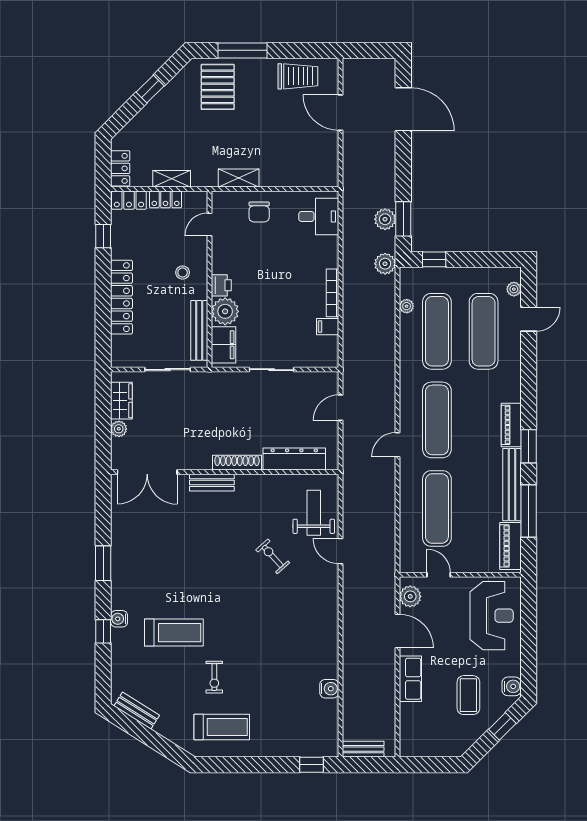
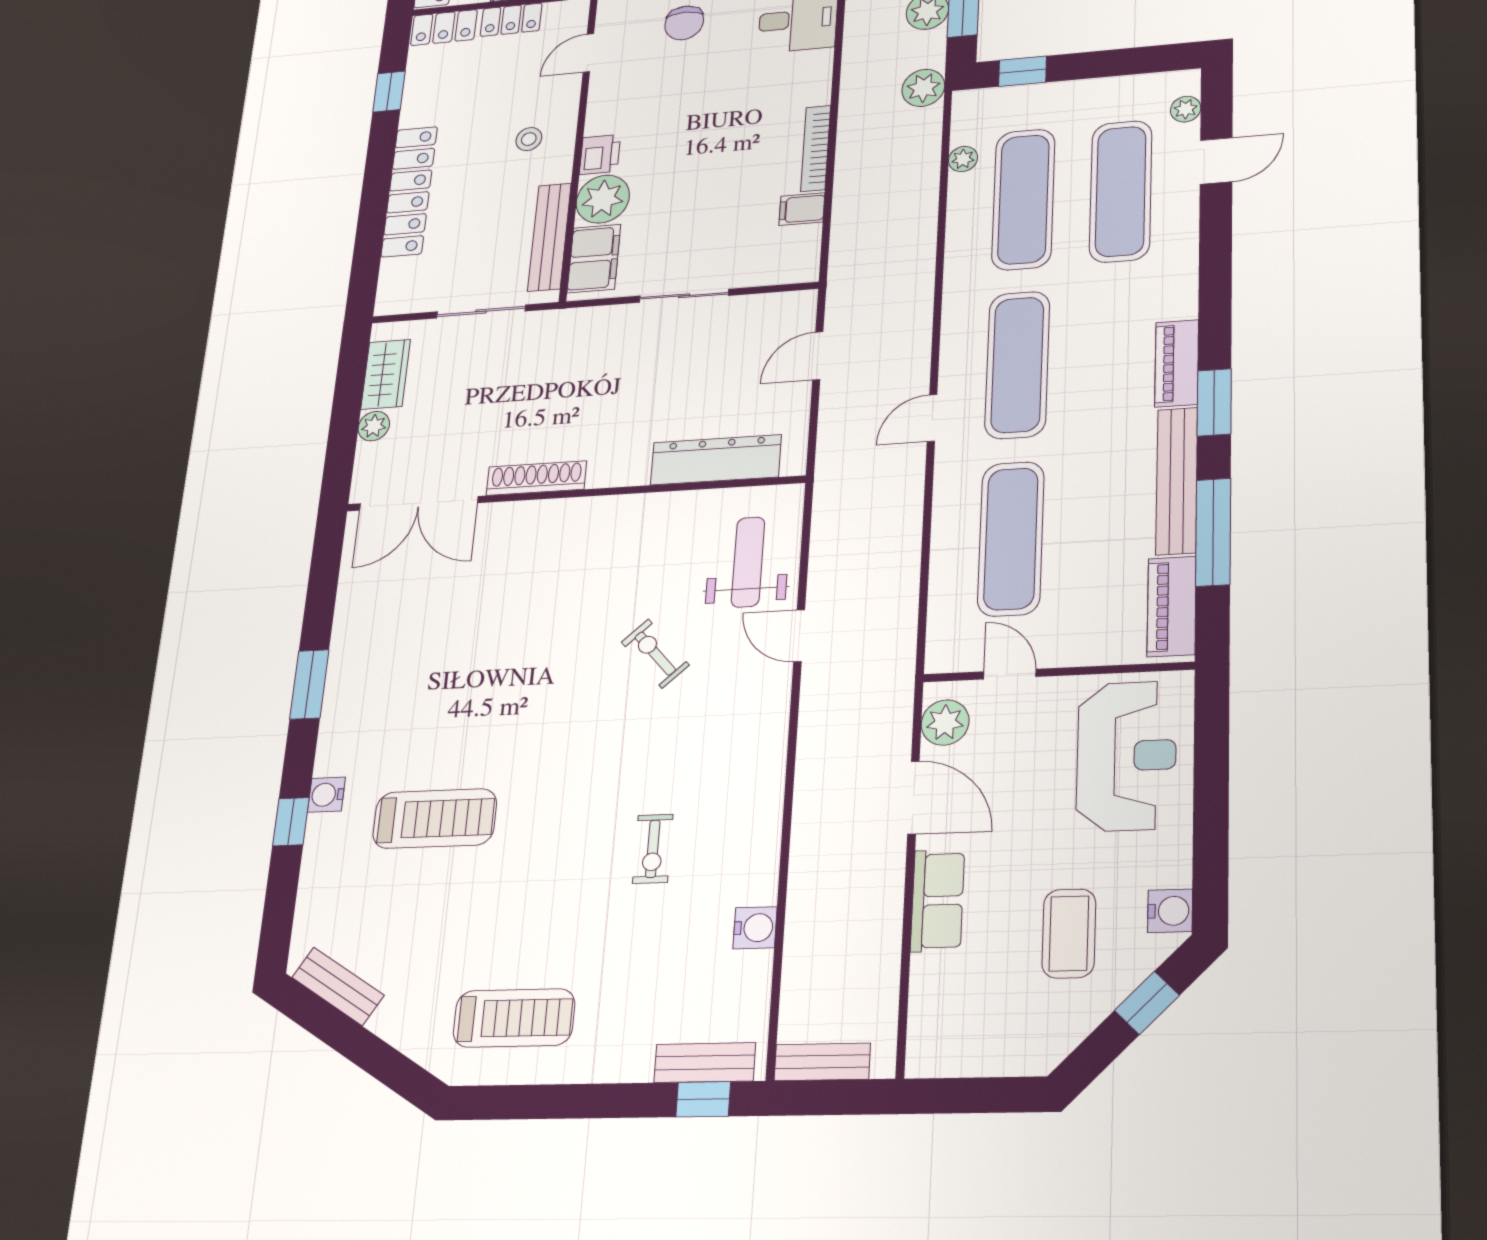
shoe rack: (237, 463) -> (536, 478), moved
bench: (212, 483) -> (705, 1063), moved
exercise bike: (214, 677) -> (653, 849), moved

